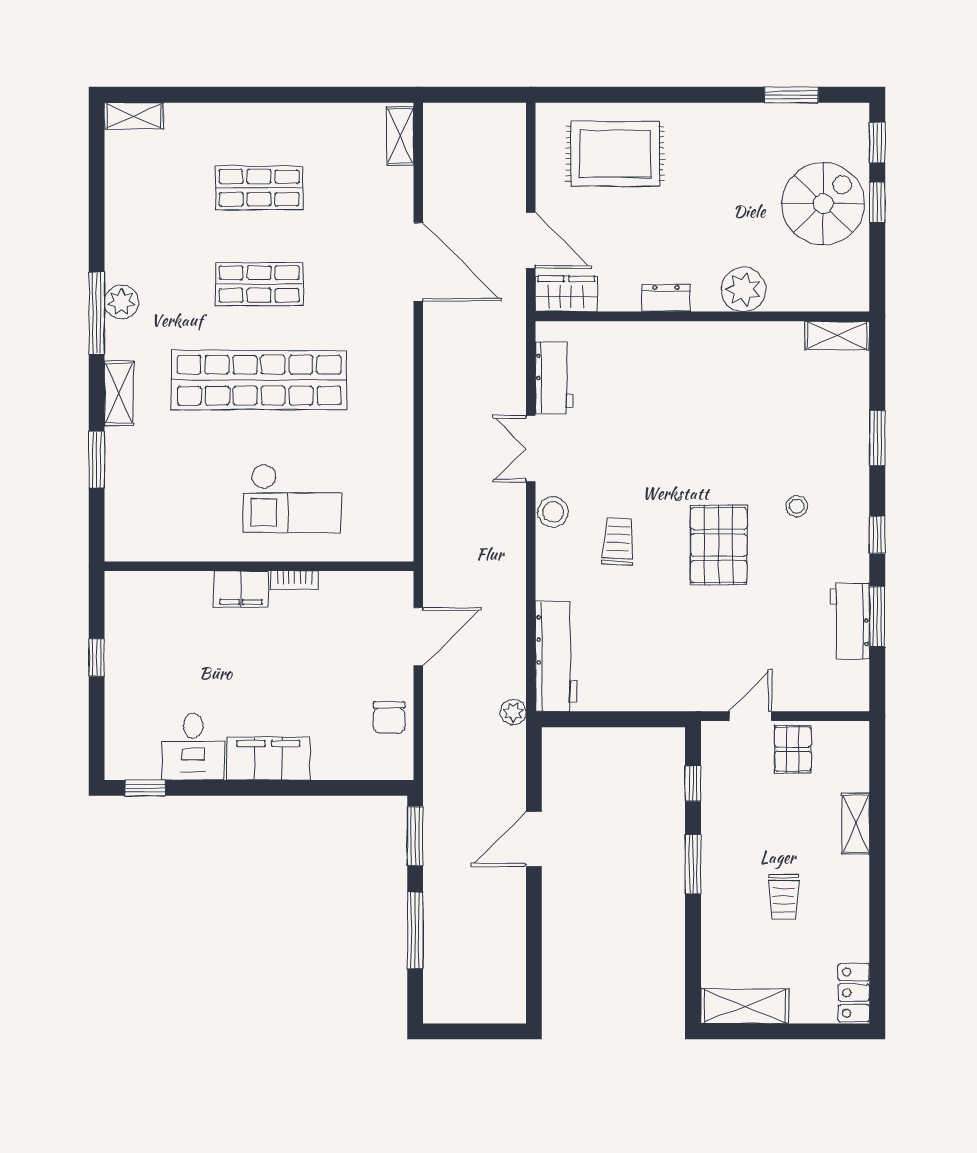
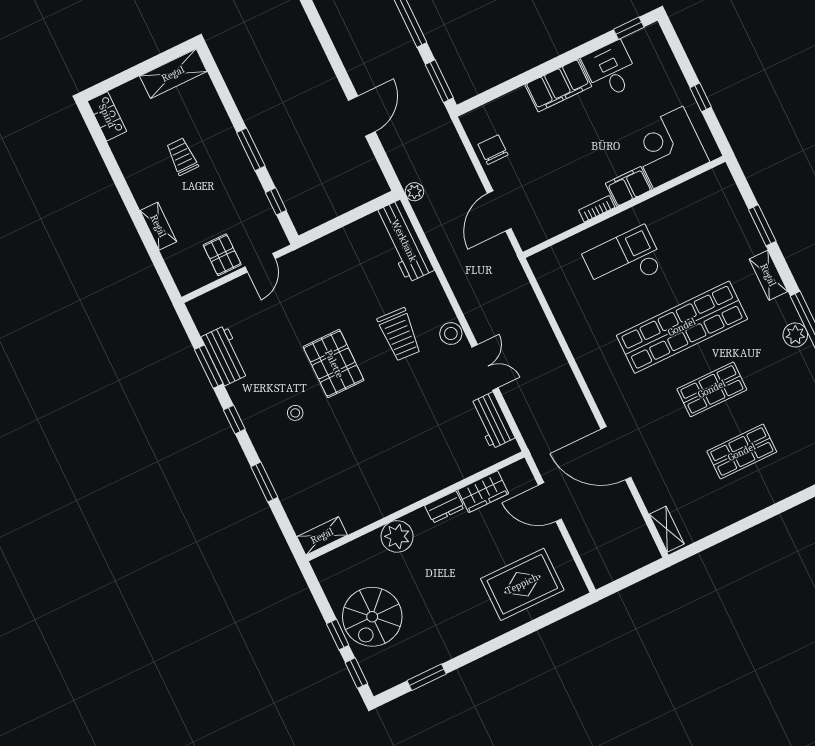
wardrobe: (566, 294) -> (483, 492), moved
trolley: (618, 542) -> (400, 335), width x1.36, depth x1.39
corner desk: (168, 614) -> (668, 147), added

